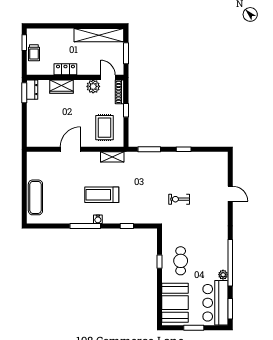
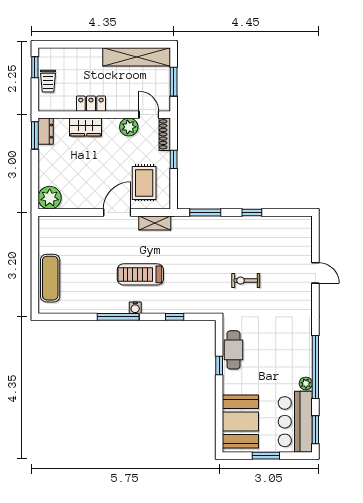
plant: (35, 138) -> (50, 198), added
door: (70, 149) -> (117, 213), moved
cafe table: (181, 261) -> (233, 350), moved

